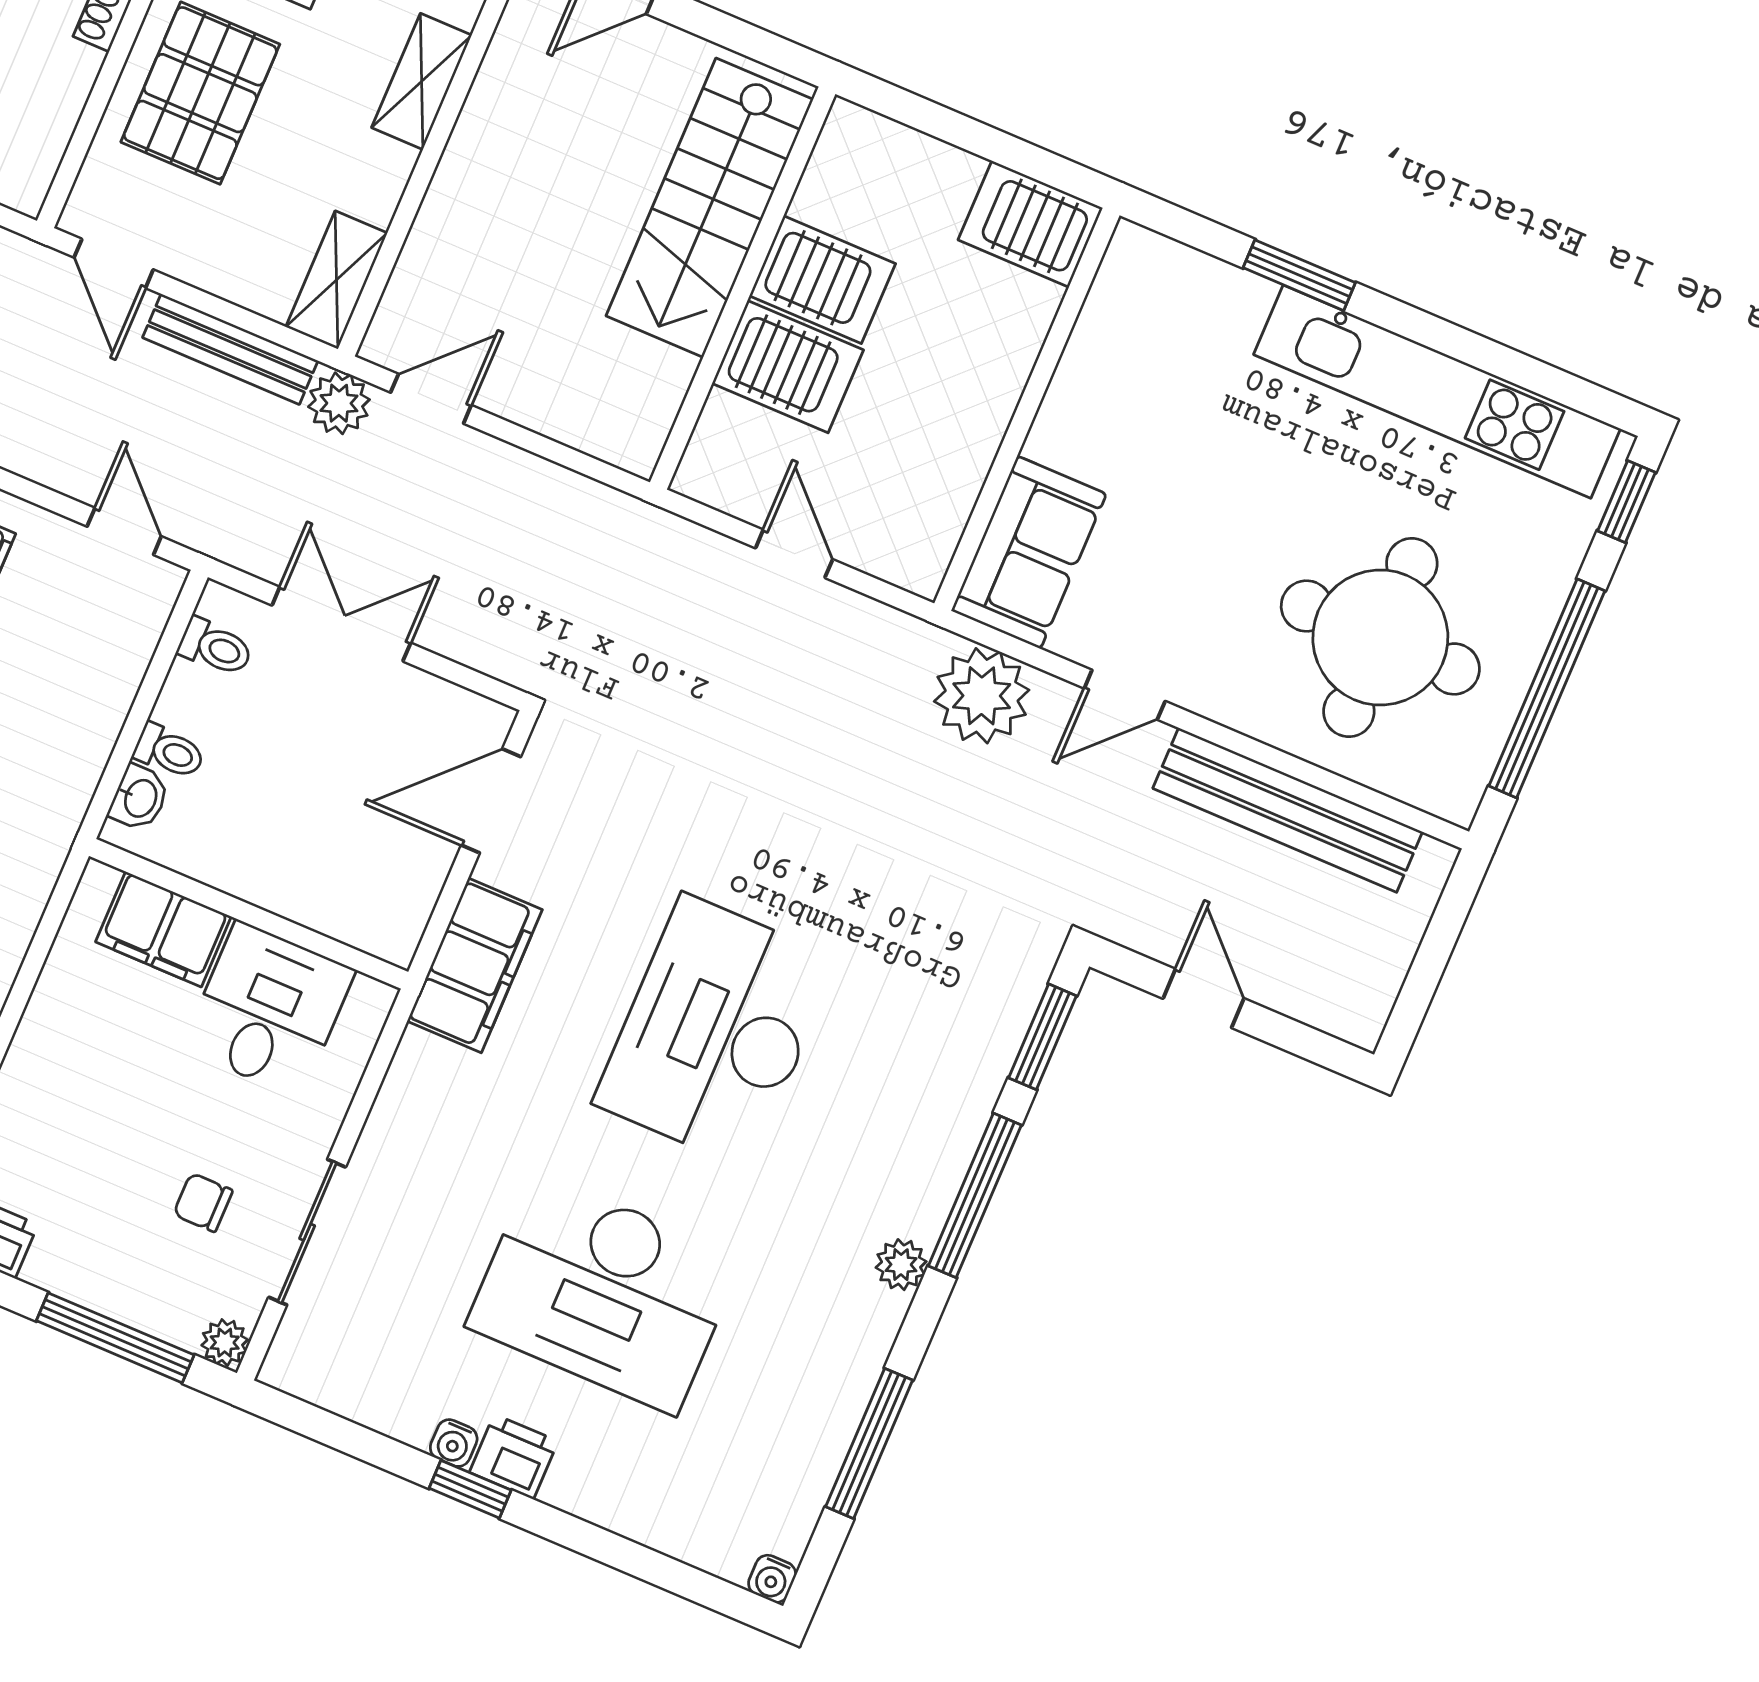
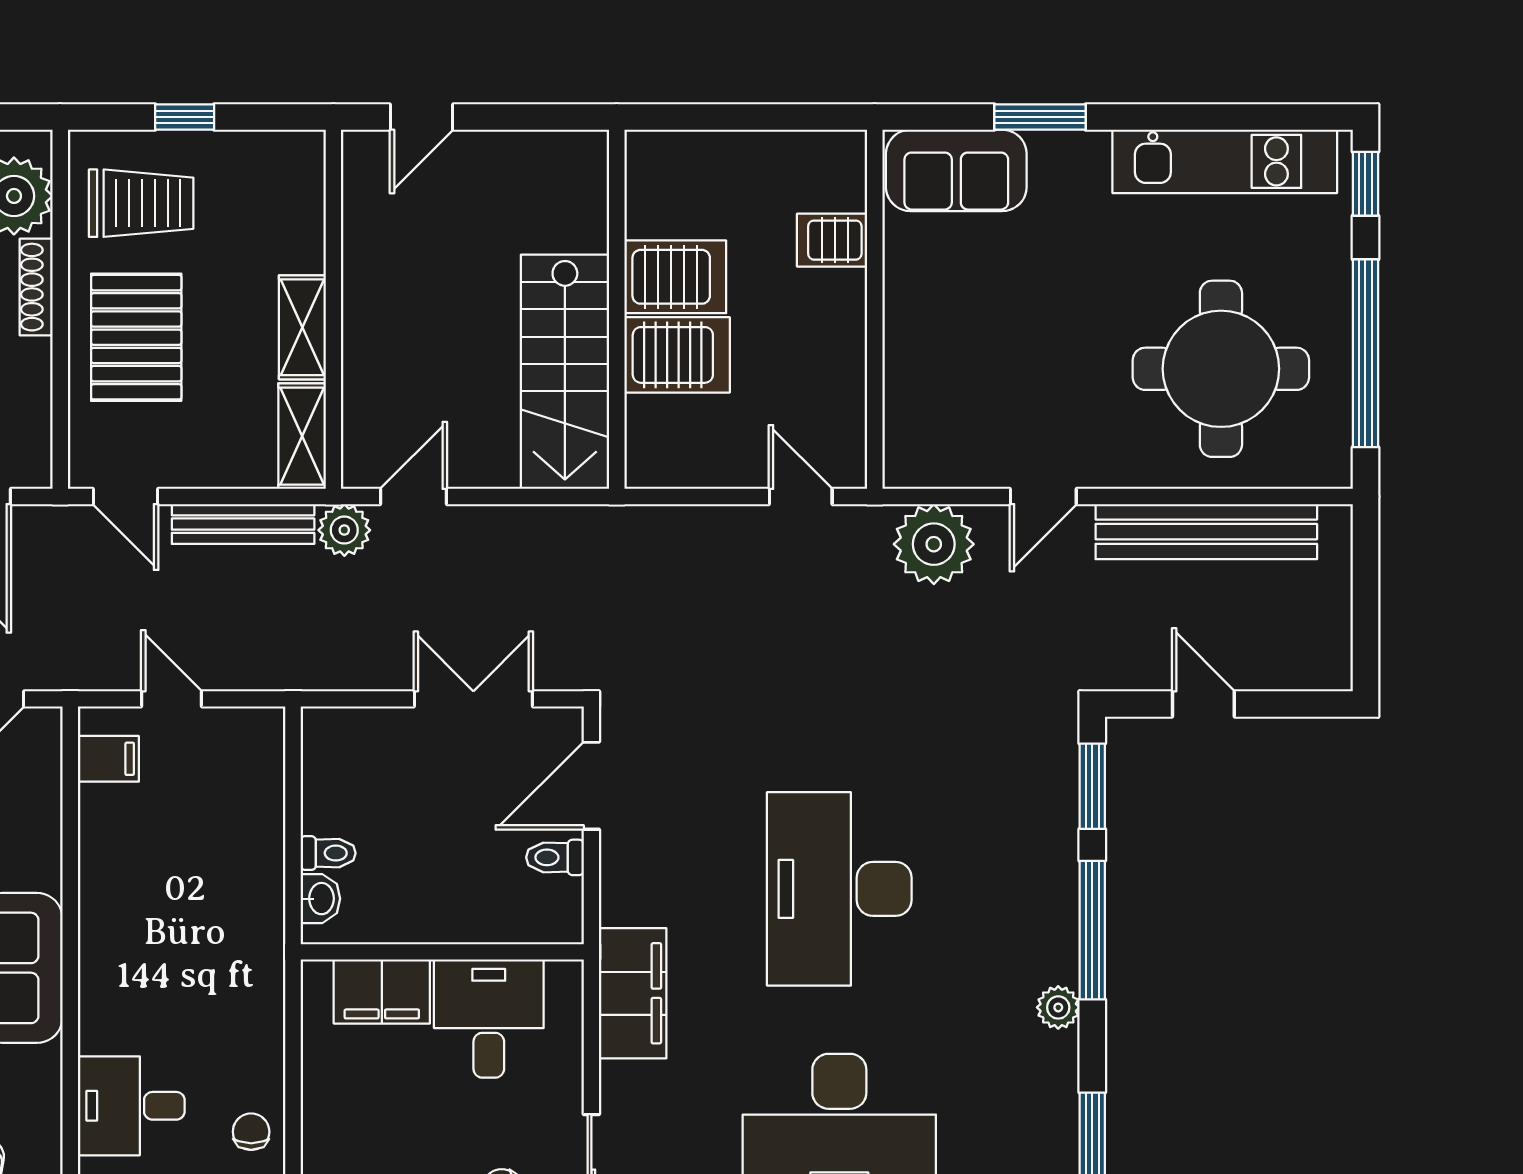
shelving: (422, 81) -> (302, 327), moved
stairs: (710, 208) -> (565, 372), moved
server rack: (1030, 224) -> (832, 240), moved, width x0.73, depth x0.70
kitchen unit: (1437, 392) -> (1225, 161), width x0.73
door: (124, 531) -> (172, 699), moved
sofa: (1029, 552) -> (956, 170), moved, turned 90
door: (794, 554) -> (801, 497), moved
double door: (341, 624) -> (473, 699), moved
toilet: (215, 647) -> (555, 857), moved, turned 180
filing cabinet: (475, 965) -> (633, 993), moved

